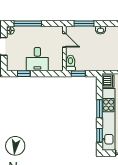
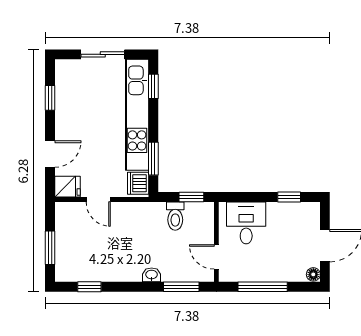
window: (28, 24) -> (263, 287), moved
desk: (37, 59) -> (246, 223), moved
toilet: (70, 63) -> (175, 216), moved
window: (99, 109) -> (153, 159), moved

